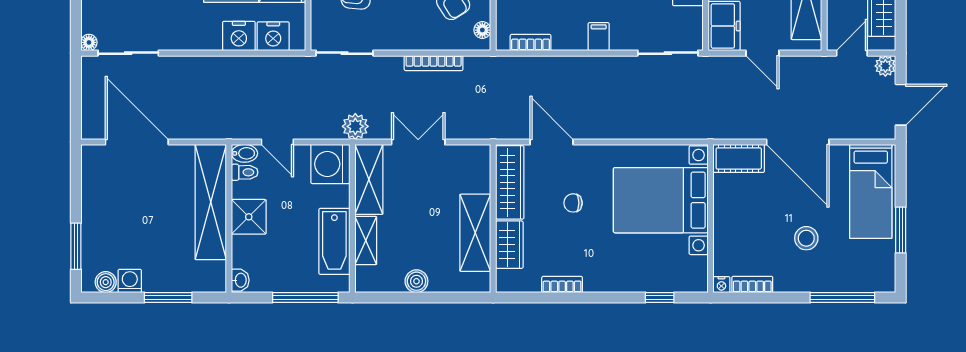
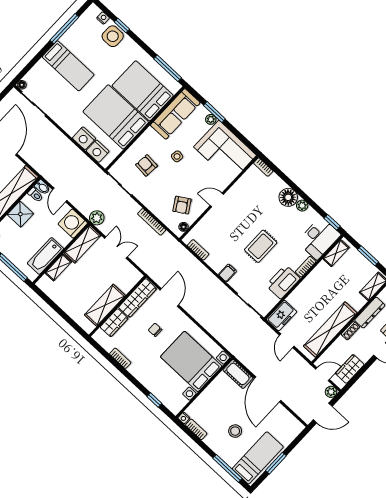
bed: (871, 191) -> (258, 458), moved, turned 180
boiler: (416, 281) -> (63, 303), removed

